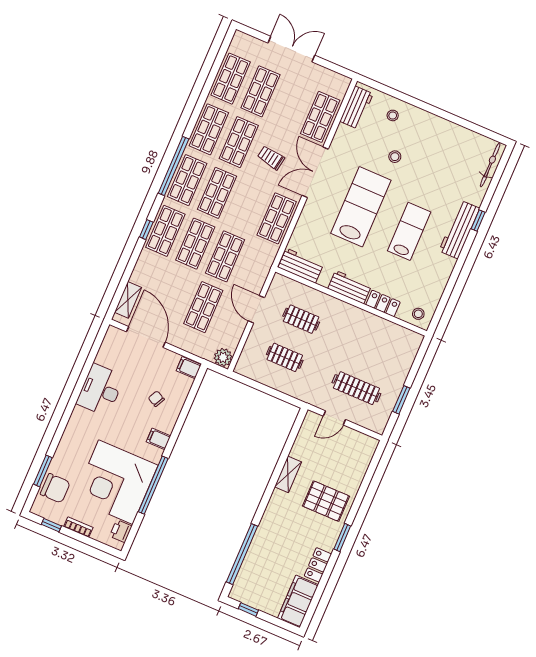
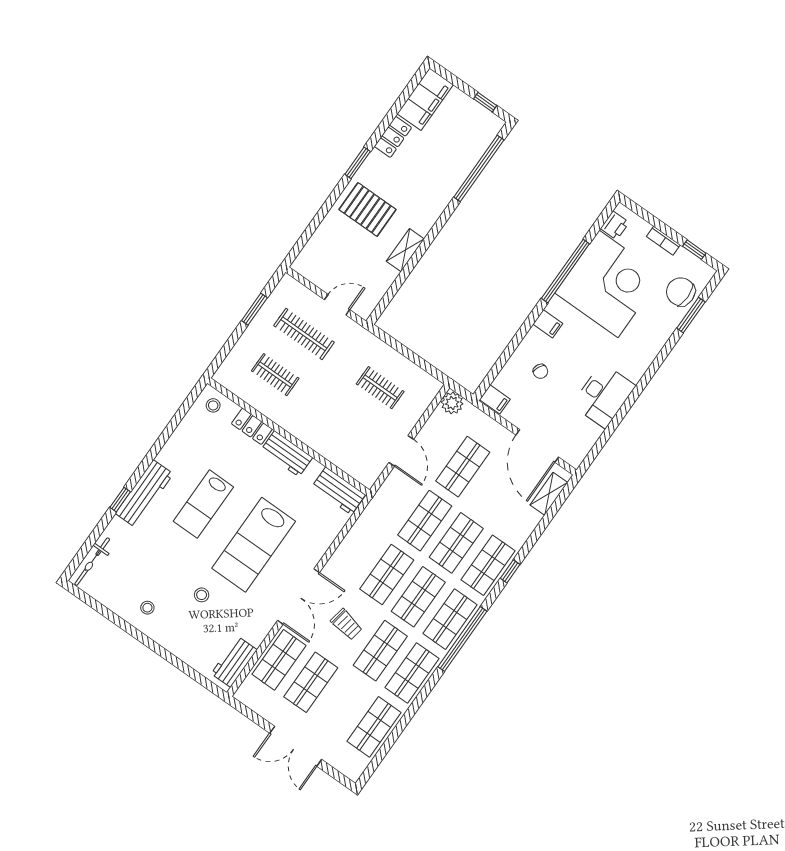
shop shelf: (260, 91) -> (311, 682), moved
stool: (393, 115) -> (147, 608), moved
shop shelf: (277, 218) -> (387, 574), moved
clothes rail: (301, 319) -> (275, 375), moved

